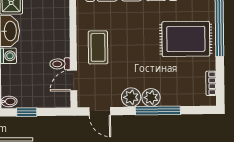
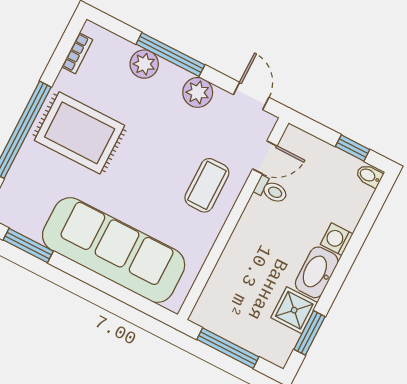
plant: (151, 97) -> (144, 64), moved

